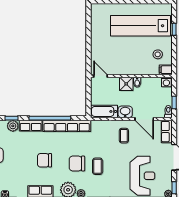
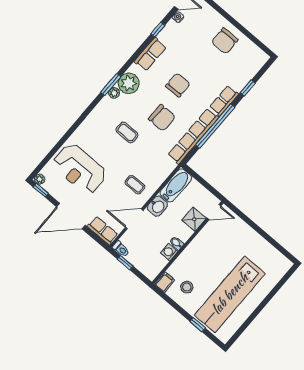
lab bench: (140, 26) -> (230, 294), turned 180
washing machine: (166, 82) -> (169, 252), moved
shower: (126, 84) -> (194, 219), moved
plant: (13, 126) -> (239, 83), removed
chair: (77, 164) -> (162, 118), moved, turned 90

